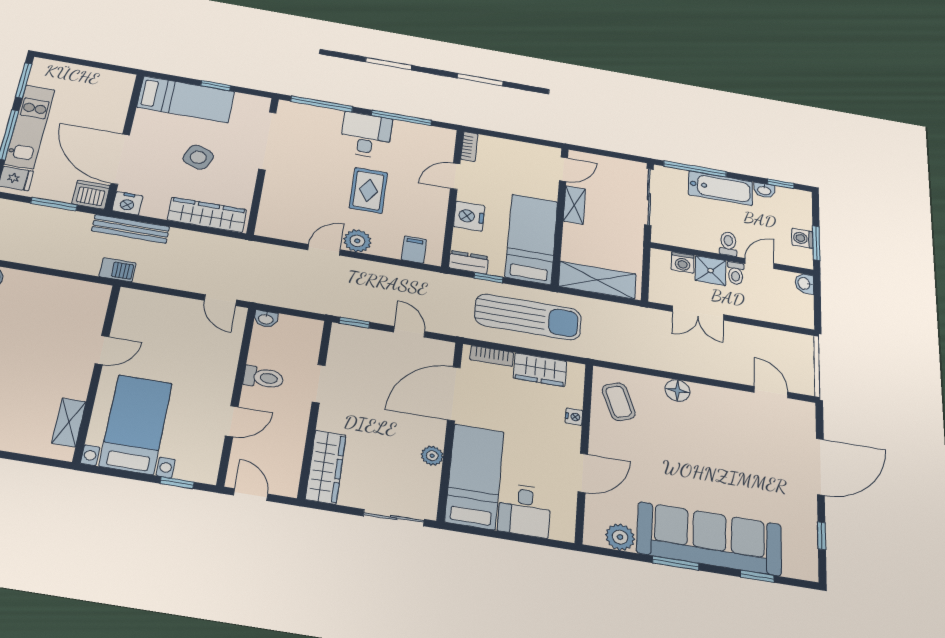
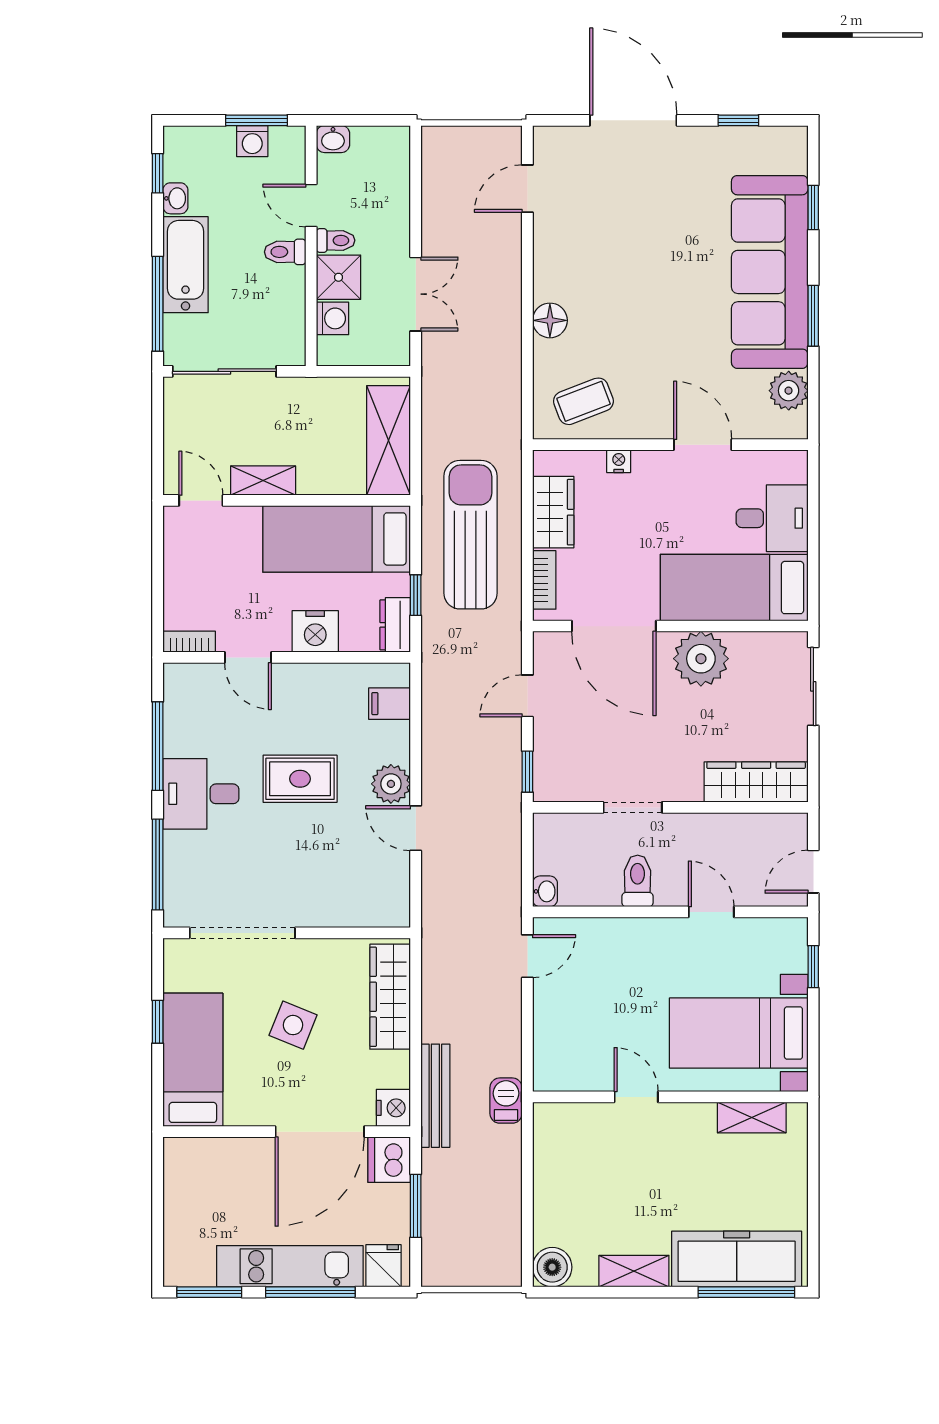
plant: (432, 456) -> (701, 659), width x1.88, depth x1.88

